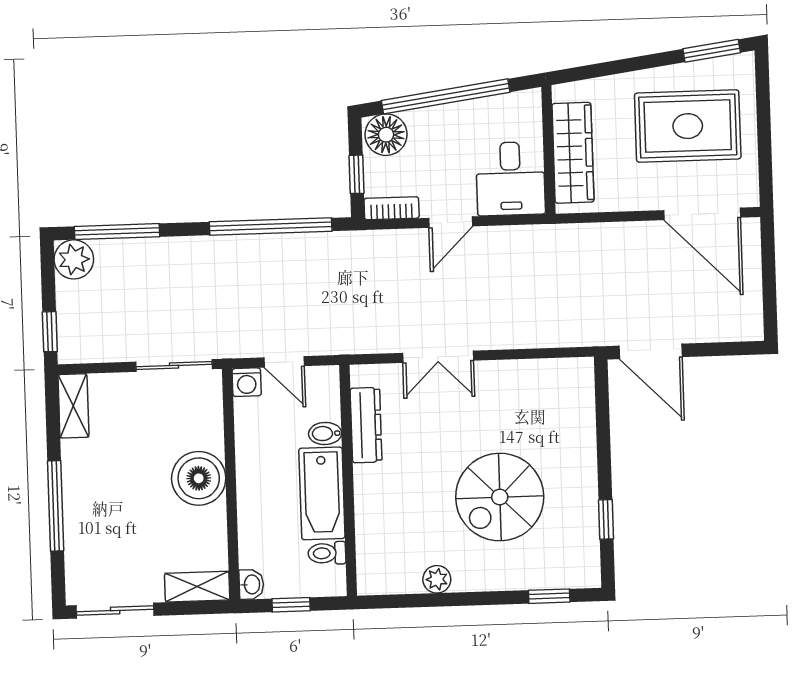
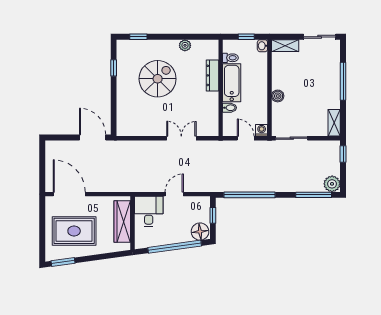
bookcase: (392, 208) -> (199, 201), removed
dresser: (366, 425) -> (212, 75), moved
boiler: (199, 478) -> (278, 96), width x0.54, depth x0.54

